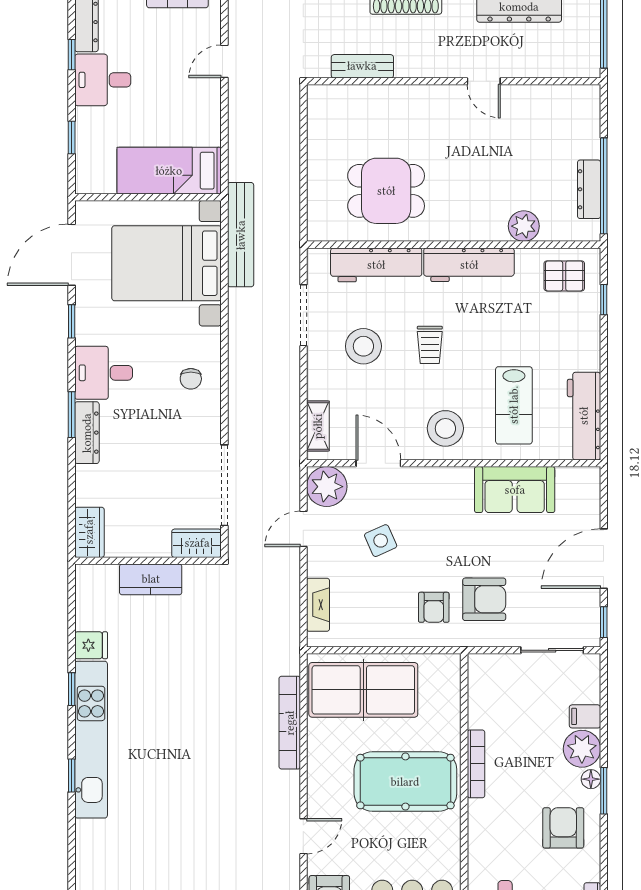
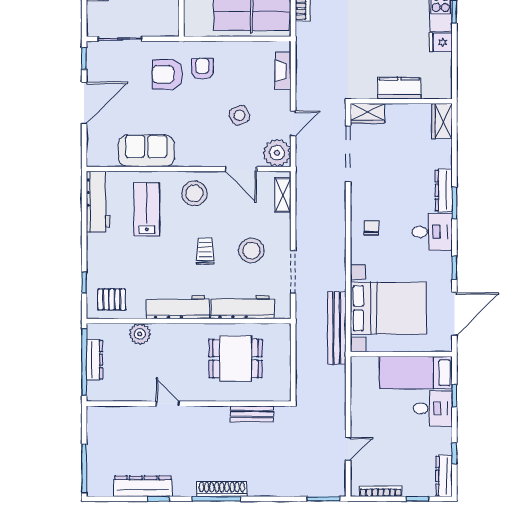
bench: (362, 66) -> (252, 414), moved
desk: (103, 80) -> (433, 408), moved
wall: (454, 81) -> (189, 404), moved
door: (484, 81) -> (168, 404), moved
bed: (169, 171) -> (416, 373), moved, turned 180

